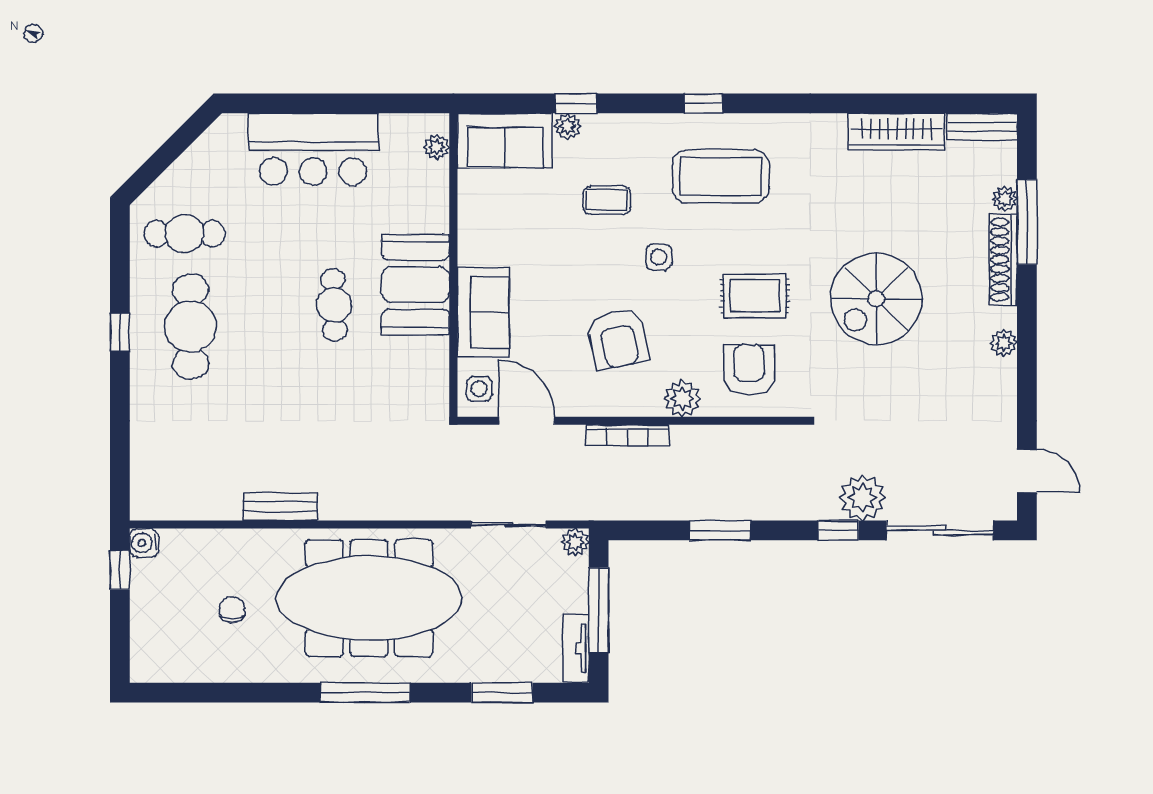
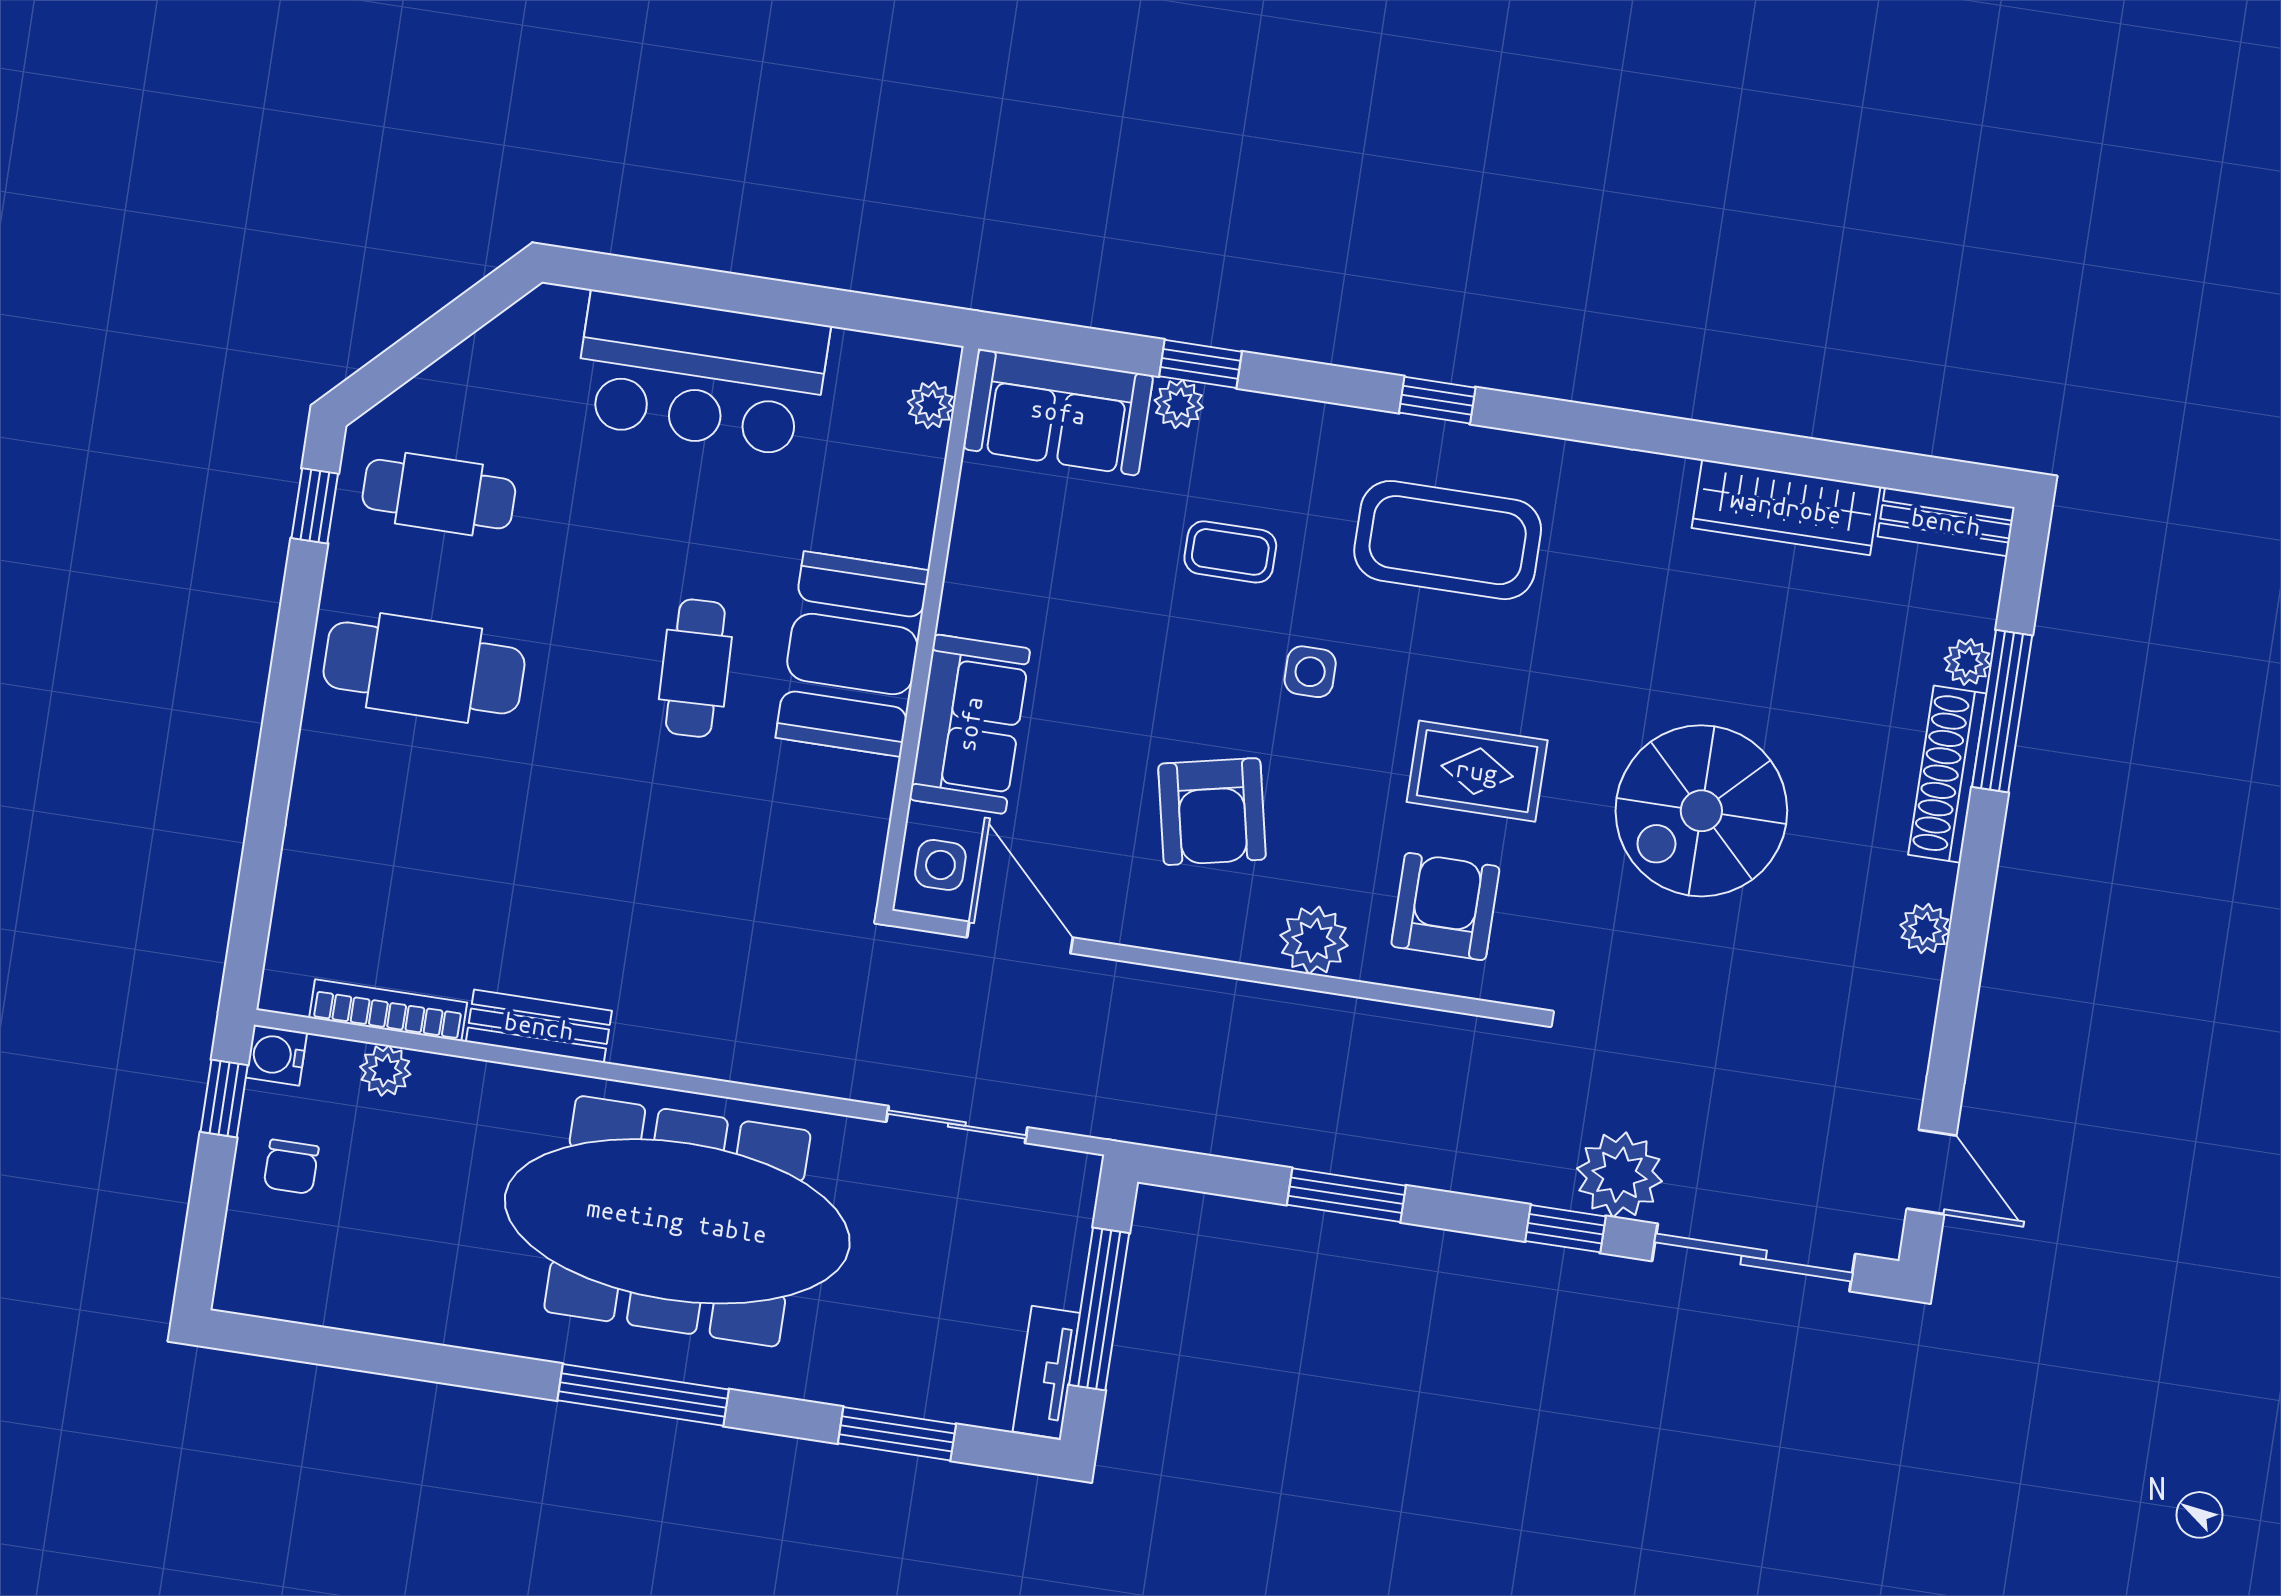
cafe table: (191, 327) -> (424, 668), turned 90
window: (120, 332) -> (315, 506), moved
bookcase: (627, 435) -> (388, 1010), moved, turned 180
plant: (575, 542) -> (385, 1070), moved
chair: (232, 610) -> (291, 1167), moved, turned 180

